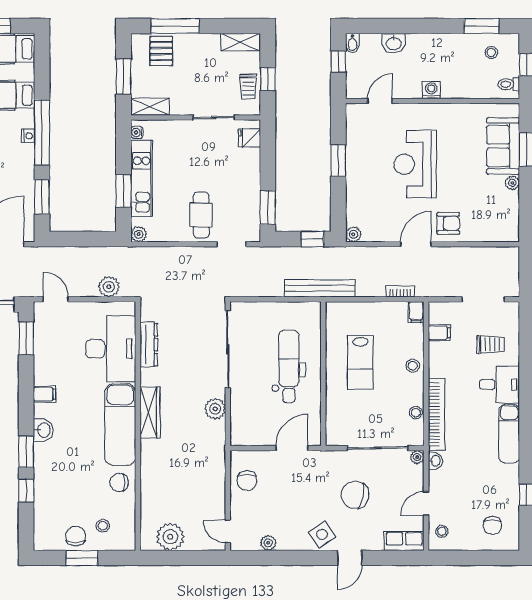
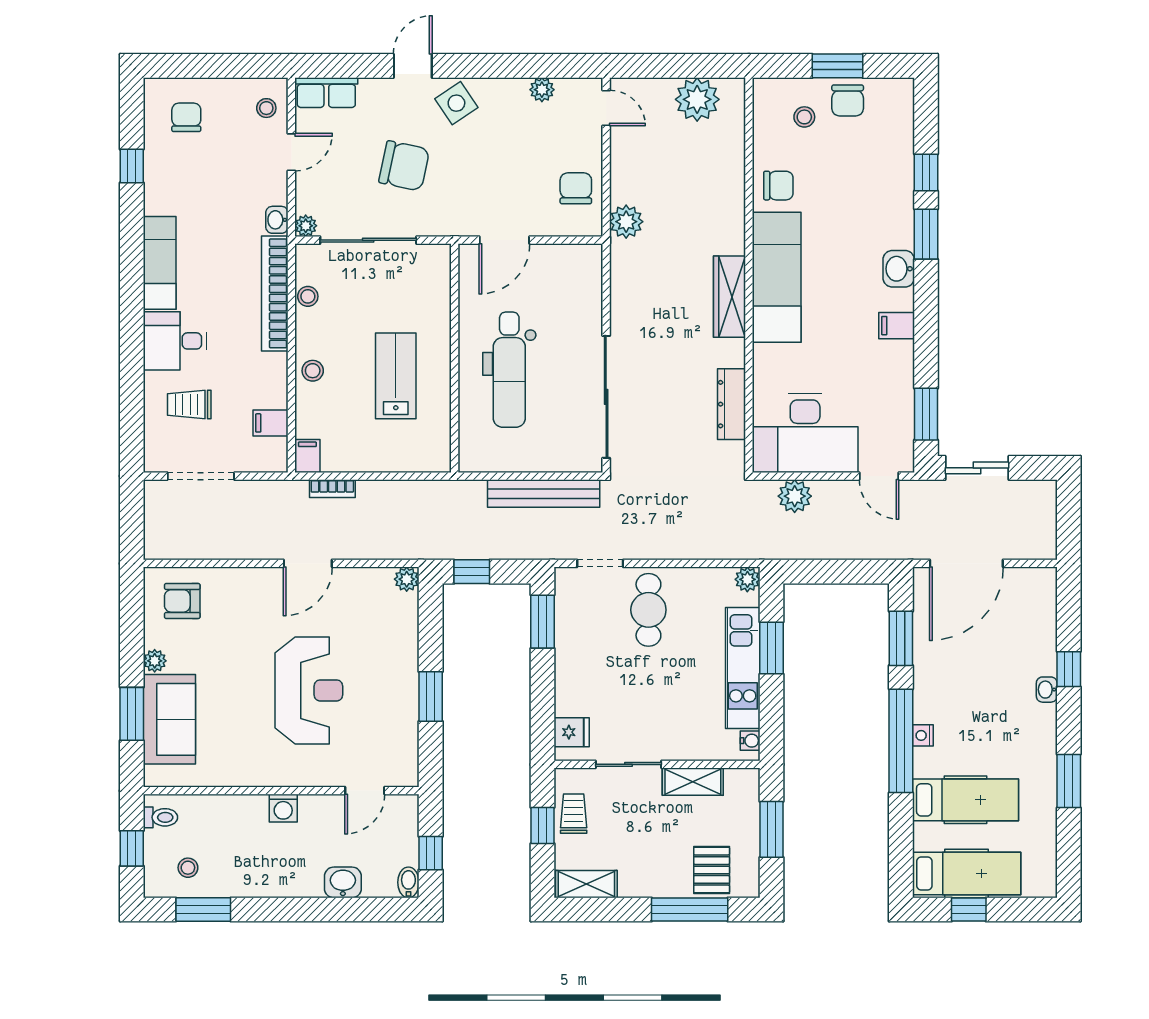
shelving: (150, 107) -> (693, 782), moved
armchair: (448, 223) -> (182, 601), moved
bench: (320, 288) -> (544, 494), moved
desk: (111, 349) -> (805, 433), moved, turned -90
plant: (215, 409) -> (626, 222), moved

